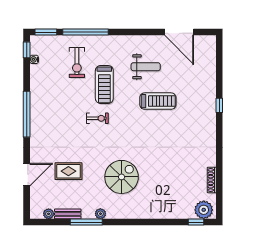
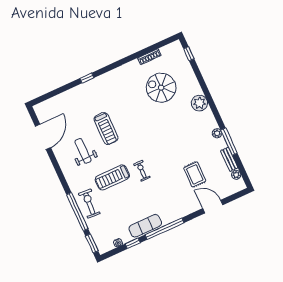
window: (27, 50) -> (133, 243), moved
exercise bike: (77, 63) -> (89, 204), moved, turned -86
treadmill: (104, 84) -> (112, 177), turned 180
exercise mat: (39, 96) -> (145, 226), added
treadmill: (158, 101) -> (106, 129), turned 180
spiral stairs: (122, 177) -> (161, 88), moved
plant: (204, 210) -> (199, 103), moved

